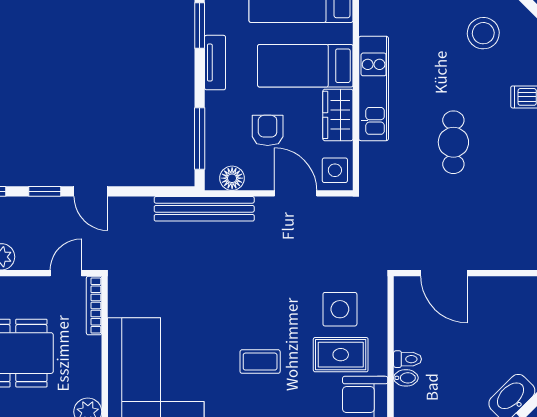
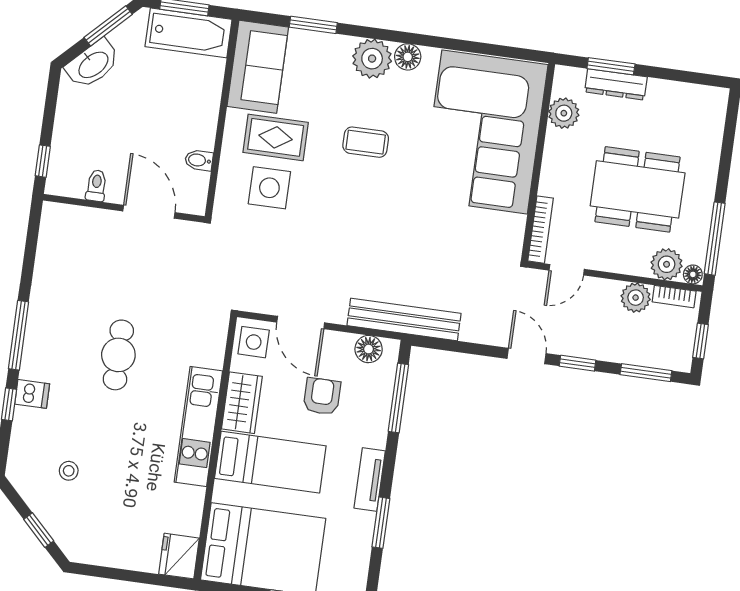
stool: (483, 33) -> (69, 471), width x0.53, depth x0.53
armchair: (268, 130) -> (322, 396), turned 180
toilet: (407, 359) -> (96, 186), moved, turned 90
bidet: (406, 378) -> (199, 160), moved

